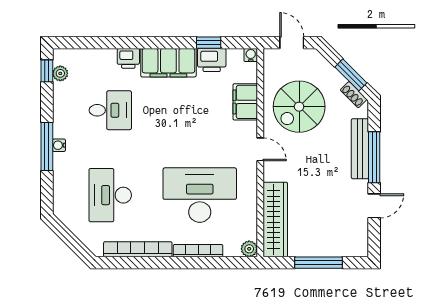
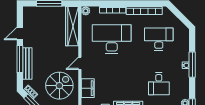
desk: (110, 110) -> (159, 84), turned -90
door: (260, 149) -> (80, 63), hinge flipped
desk: (110, 195) -> (159, 39), turned -90
desk: (200, 195) -> (112, 39), turned 180

